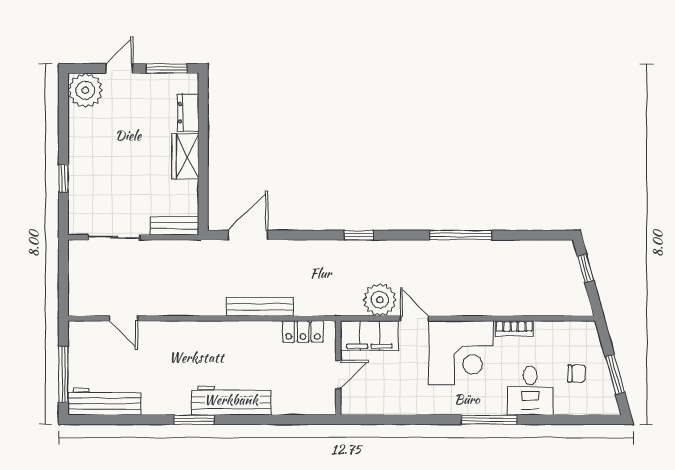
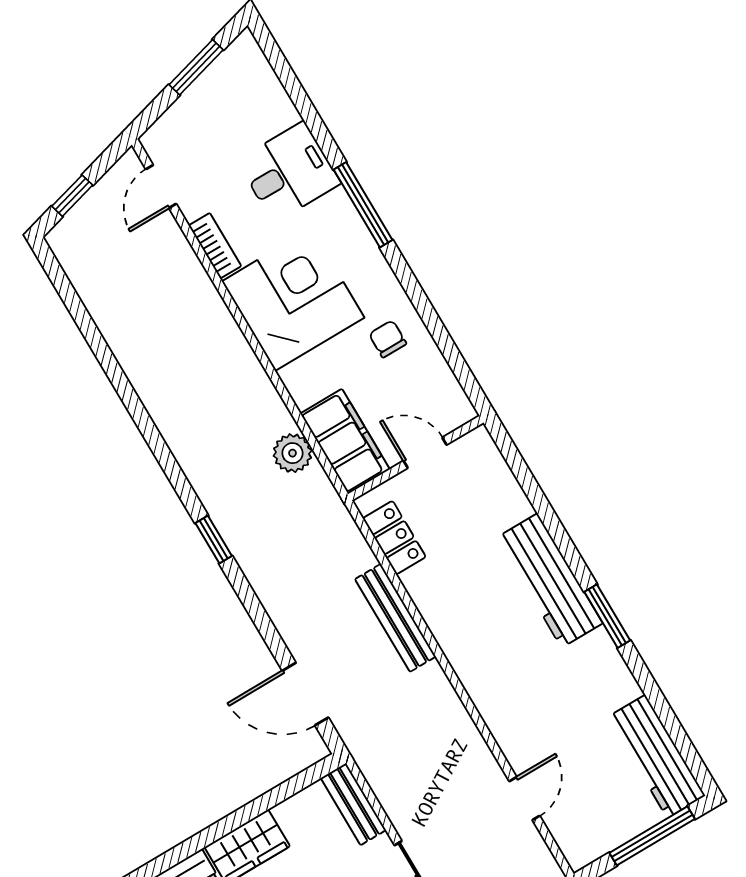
window: (461, 235) -> (129, 398), removed
plant: (380, 300) -> (293, 453), width x0.73, depth x0.73
door: (414, 318) -> (161, 187), moved
chair: (577, 373) -> (388, 339), moved

